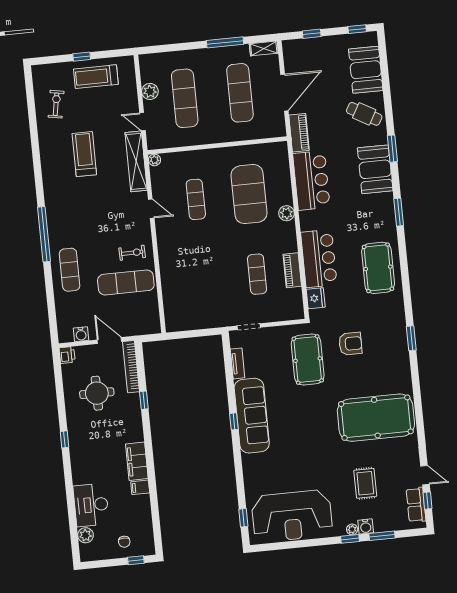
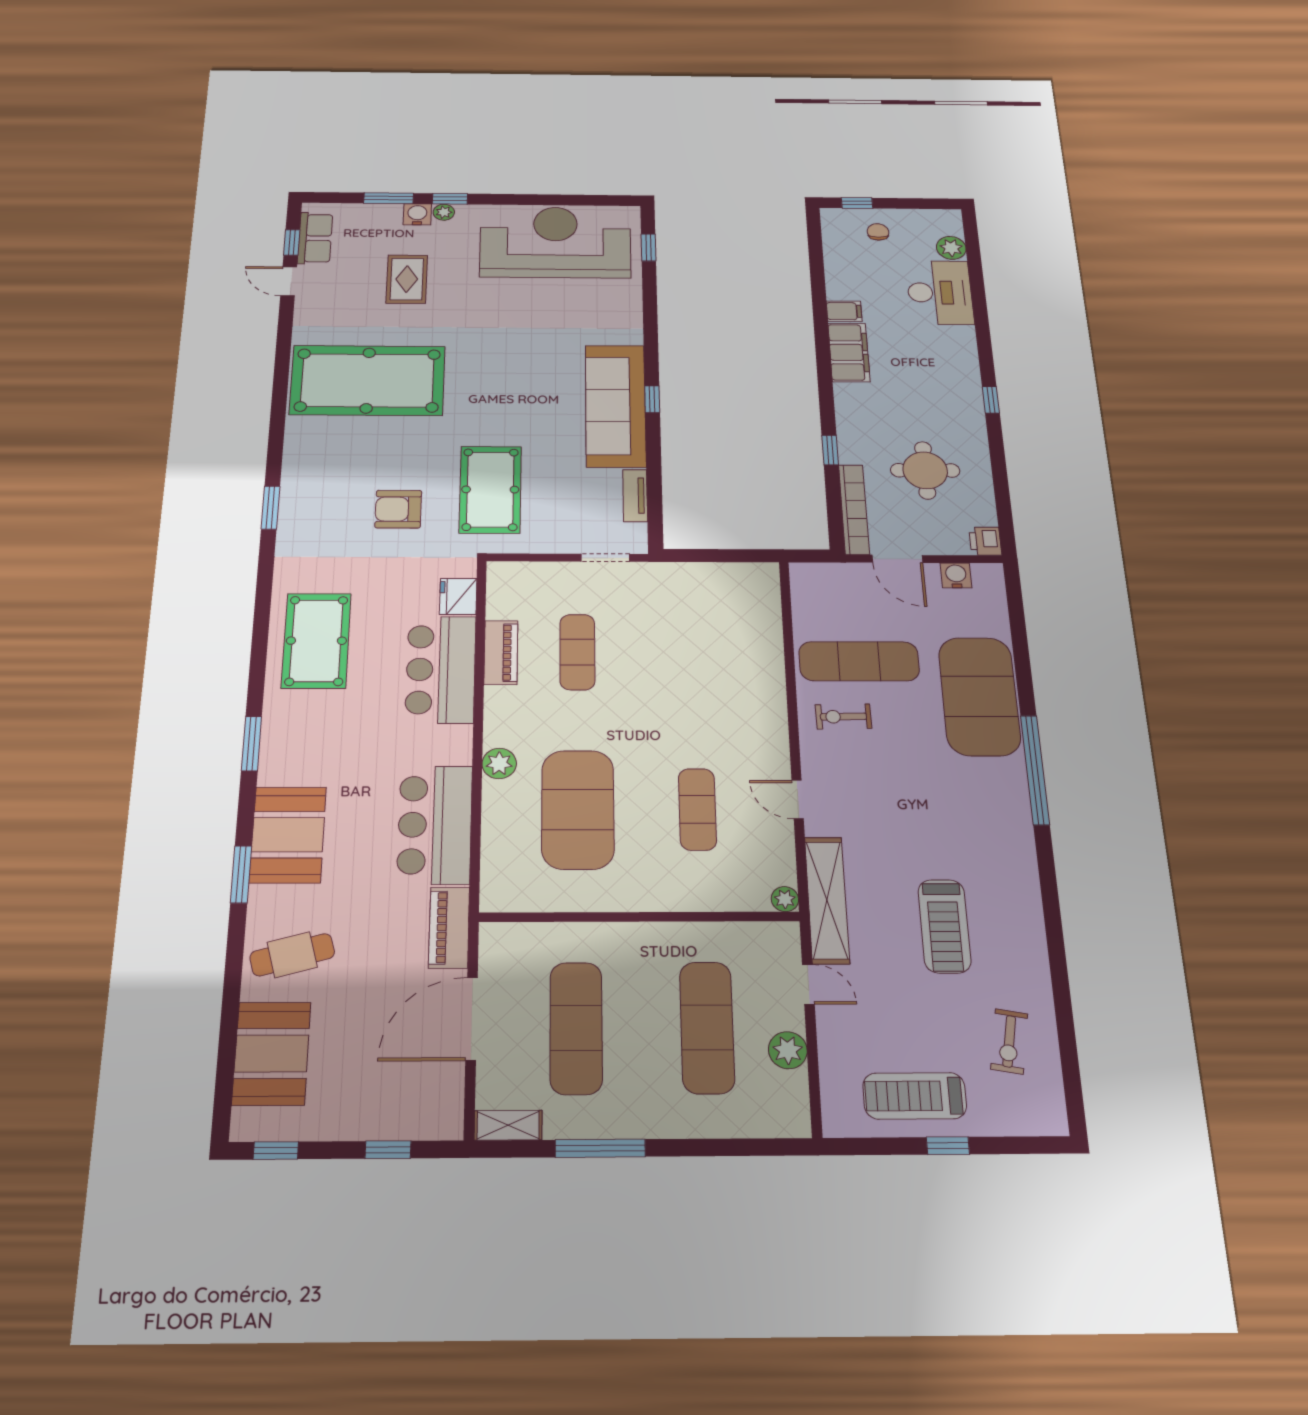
treadmill: (96, 77) -> (915, 1096), turned 180
cafe table: (364, 114) -> (292, 955), turned -44
exercise mat: (70, 270) -> (979, 696), width x2.00, depth x1.45

